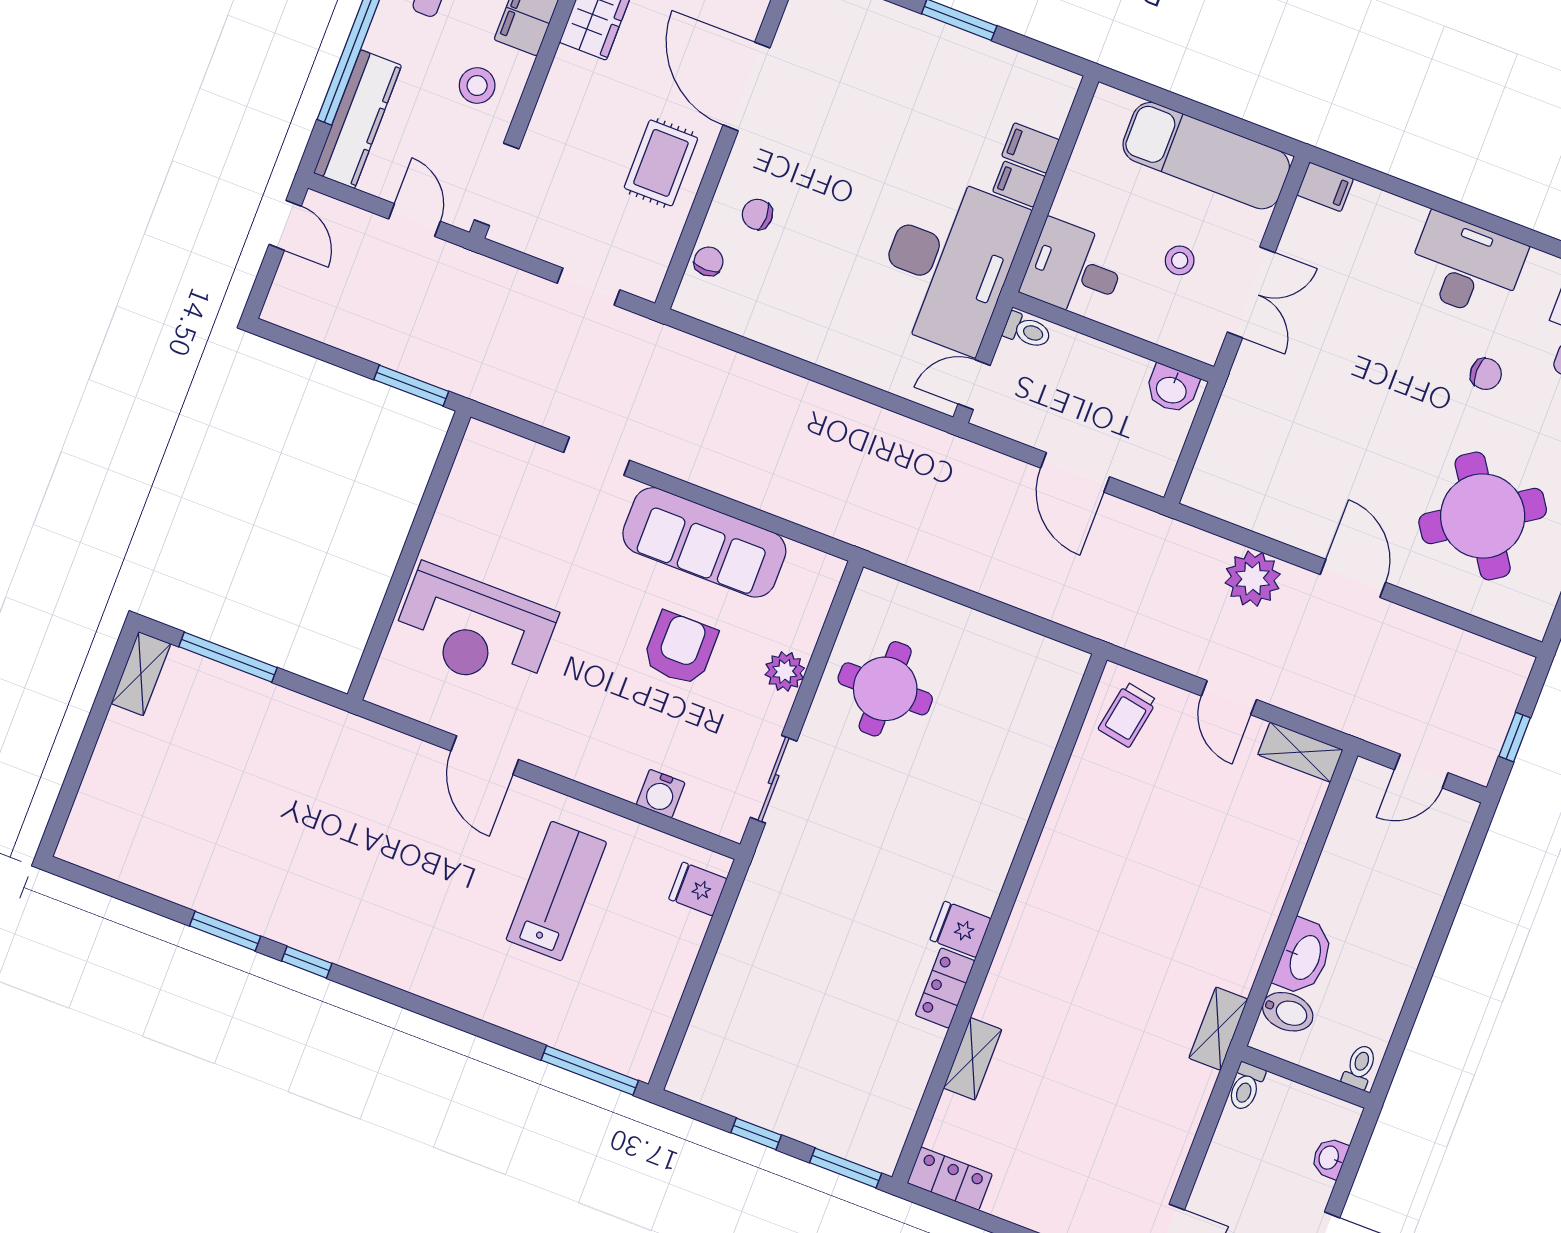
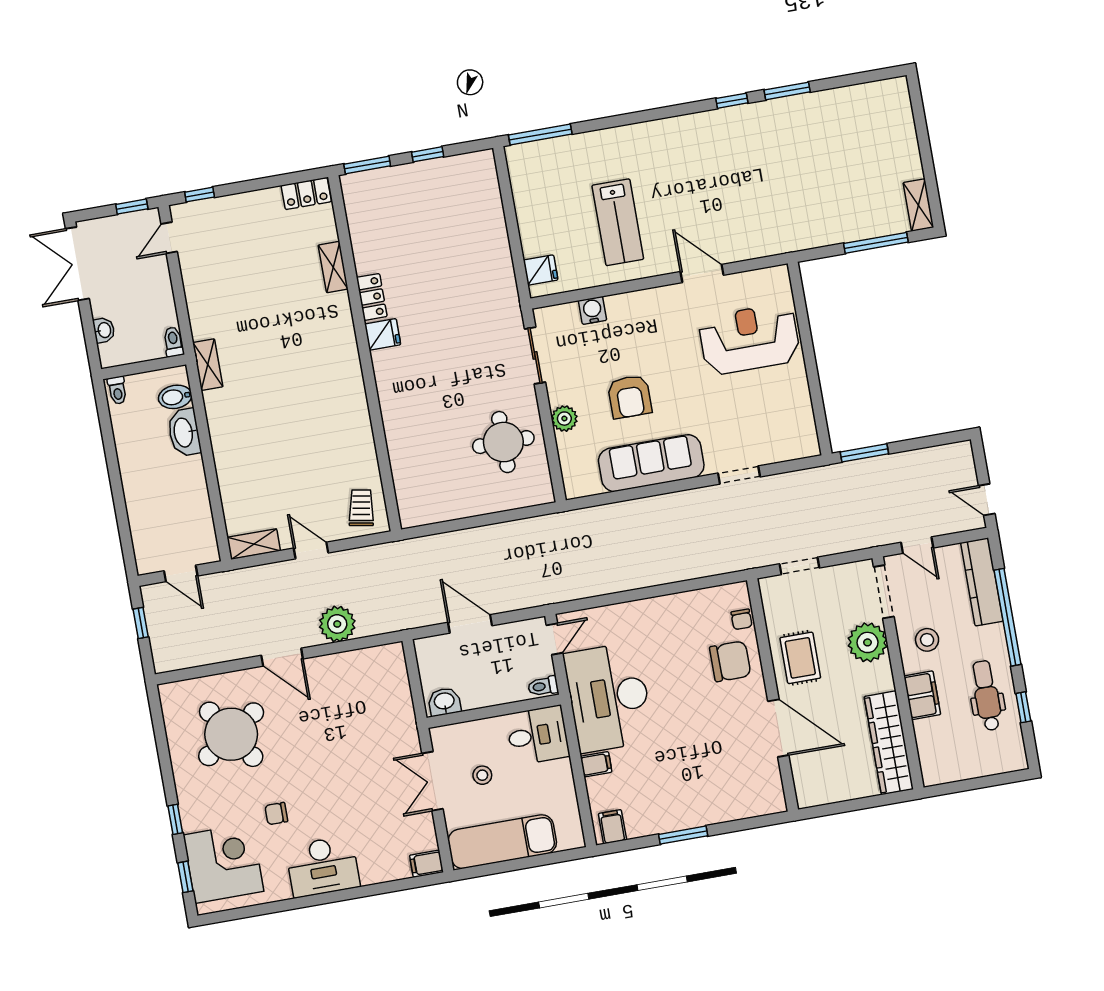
plant: (559, 130) -> (868, 642), added
filing cabinet: (1030, 148) -> (612, 827), moved, turned -90
chair: (757, 214) -> (730, 661), width x1.87, depth x1.87
door: (1421, 771) -> (181, 573), swing flipped

